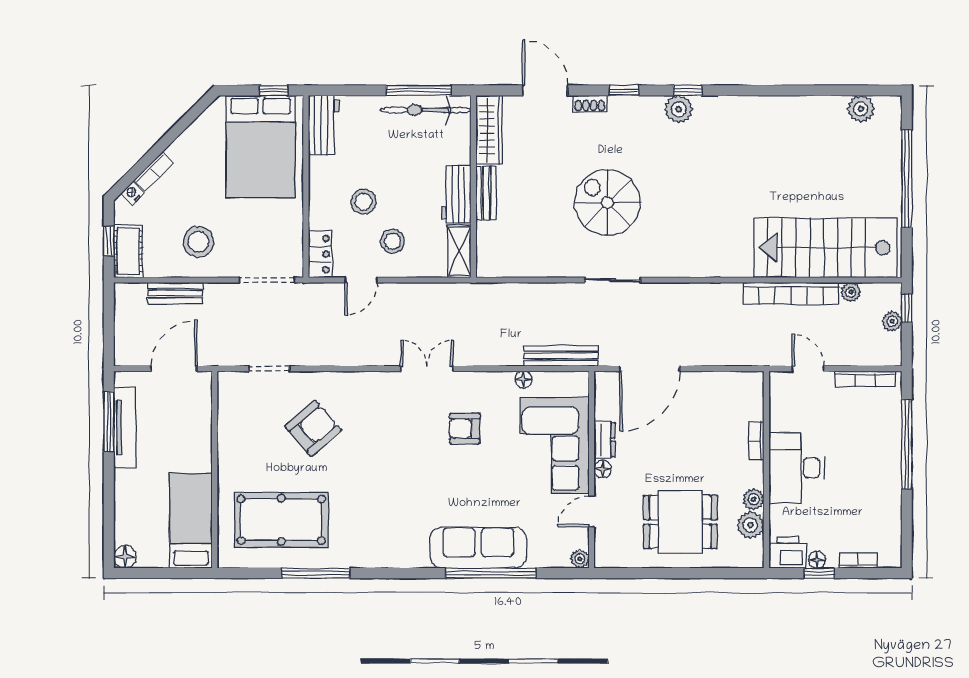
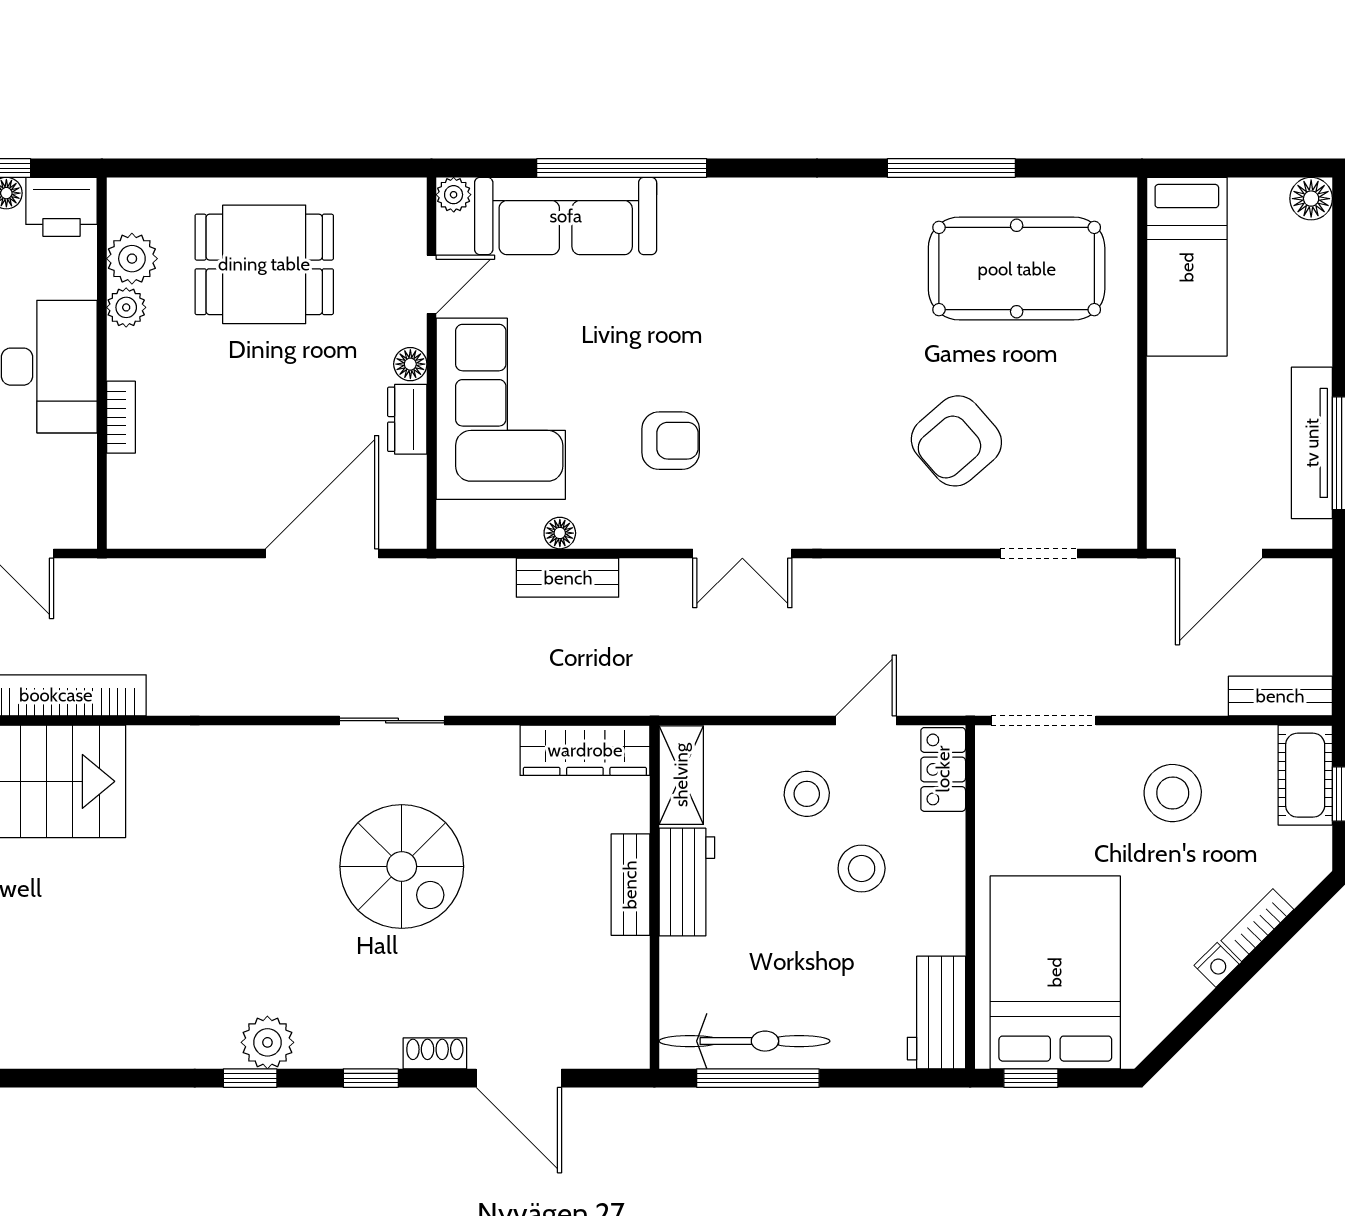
wardrobe: (489, 130) -> (585, 750), moved, turned -90
nightstand: (132, 193) -> (1217, 965), moved
bench: (175, 293) -> (1280, 696), moved
bench: (561, 356) -> (568, 578), moved, width x0.73
sofa: (478, 548) -> (566, 216), moved

